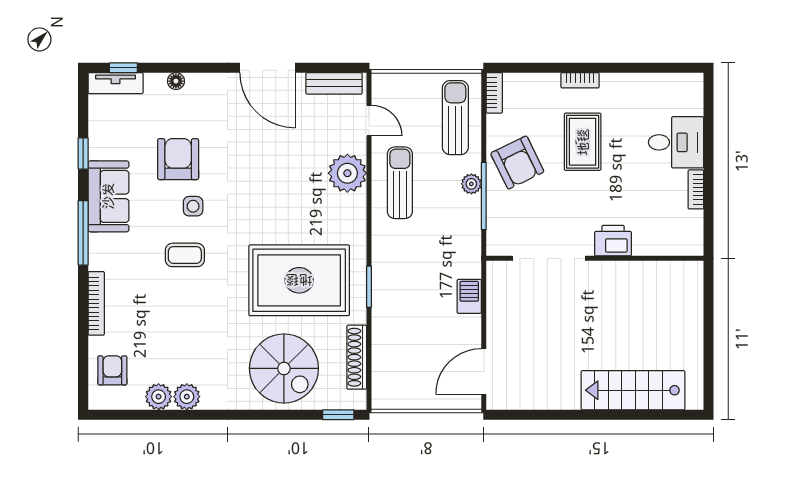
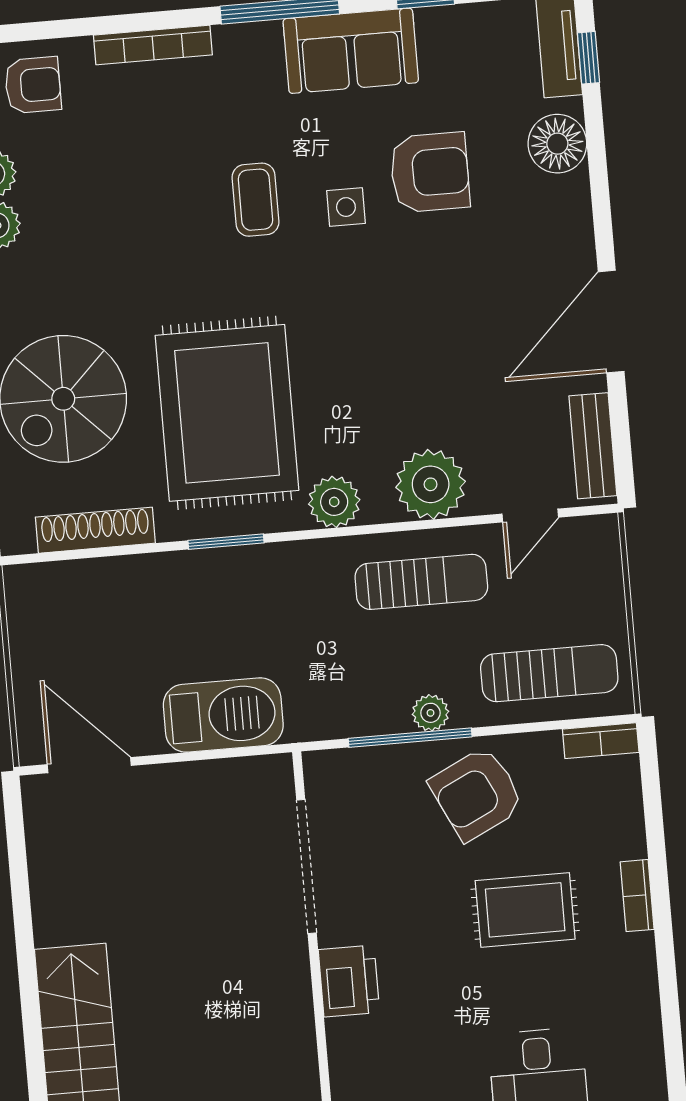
floor lamp: (176, 81) -> (557, 144), width x1.89, depth x1.89
plant: (352, 226) -> (334, 502), added
barbecue: (469, 296) -> (223, 715), width x1.88, depth x1.53

